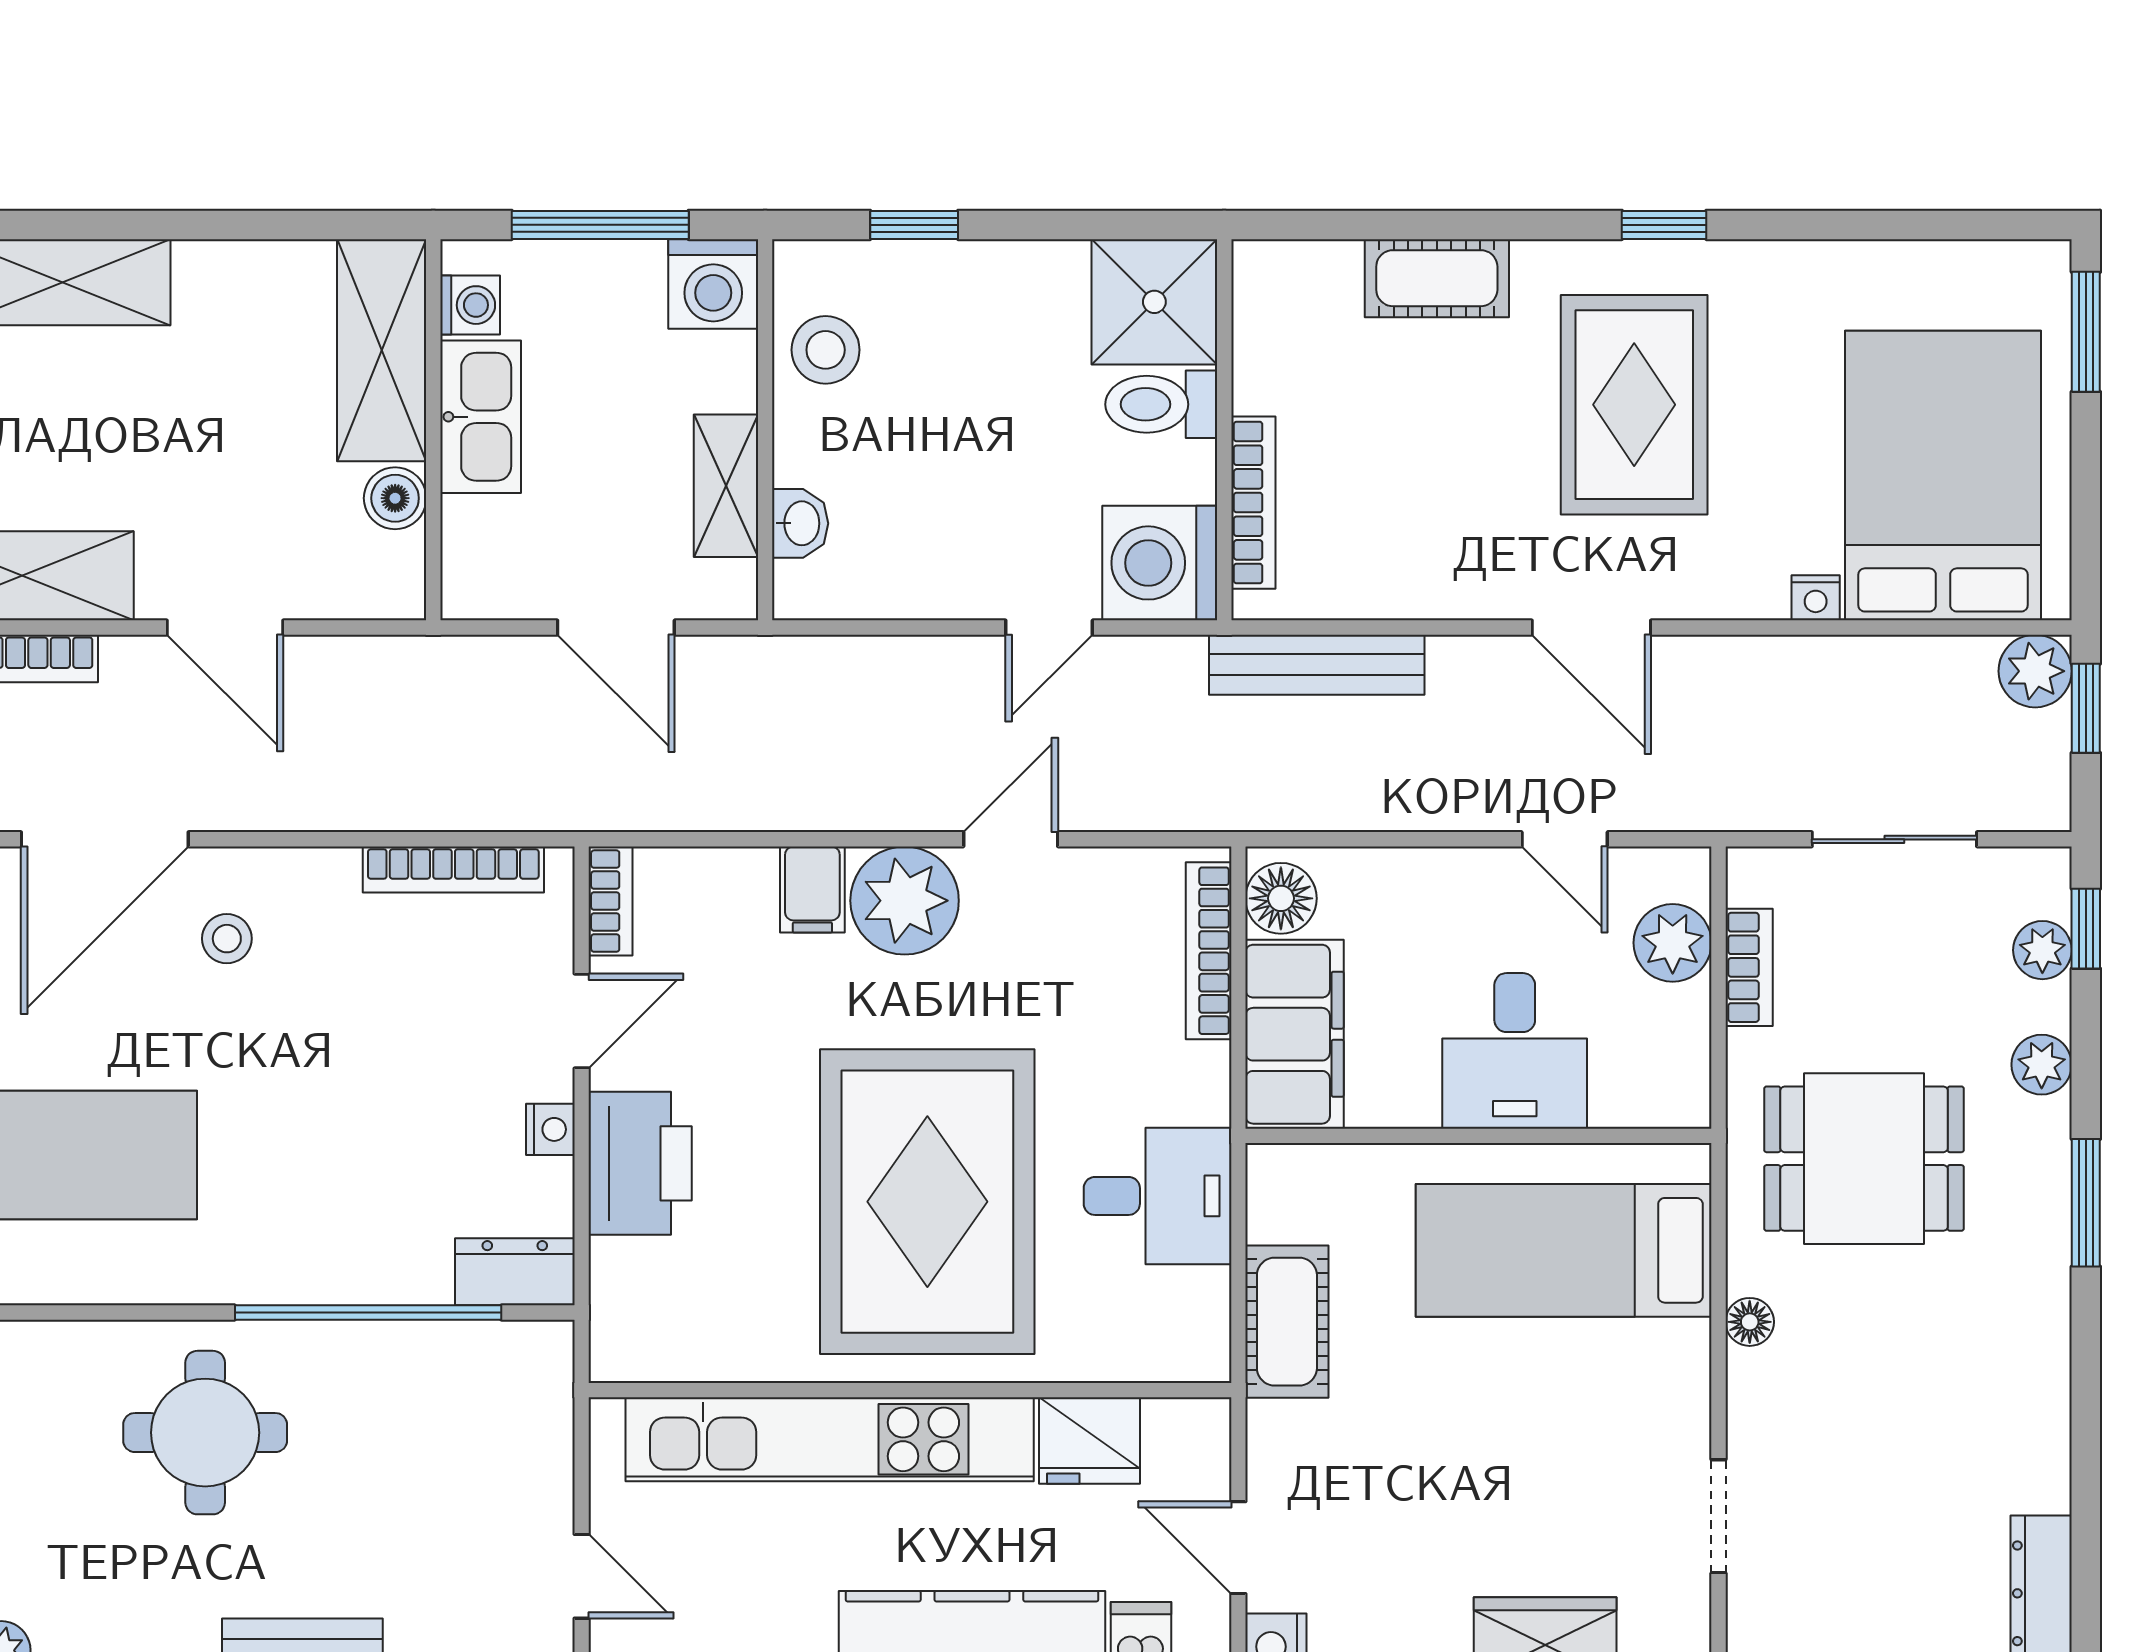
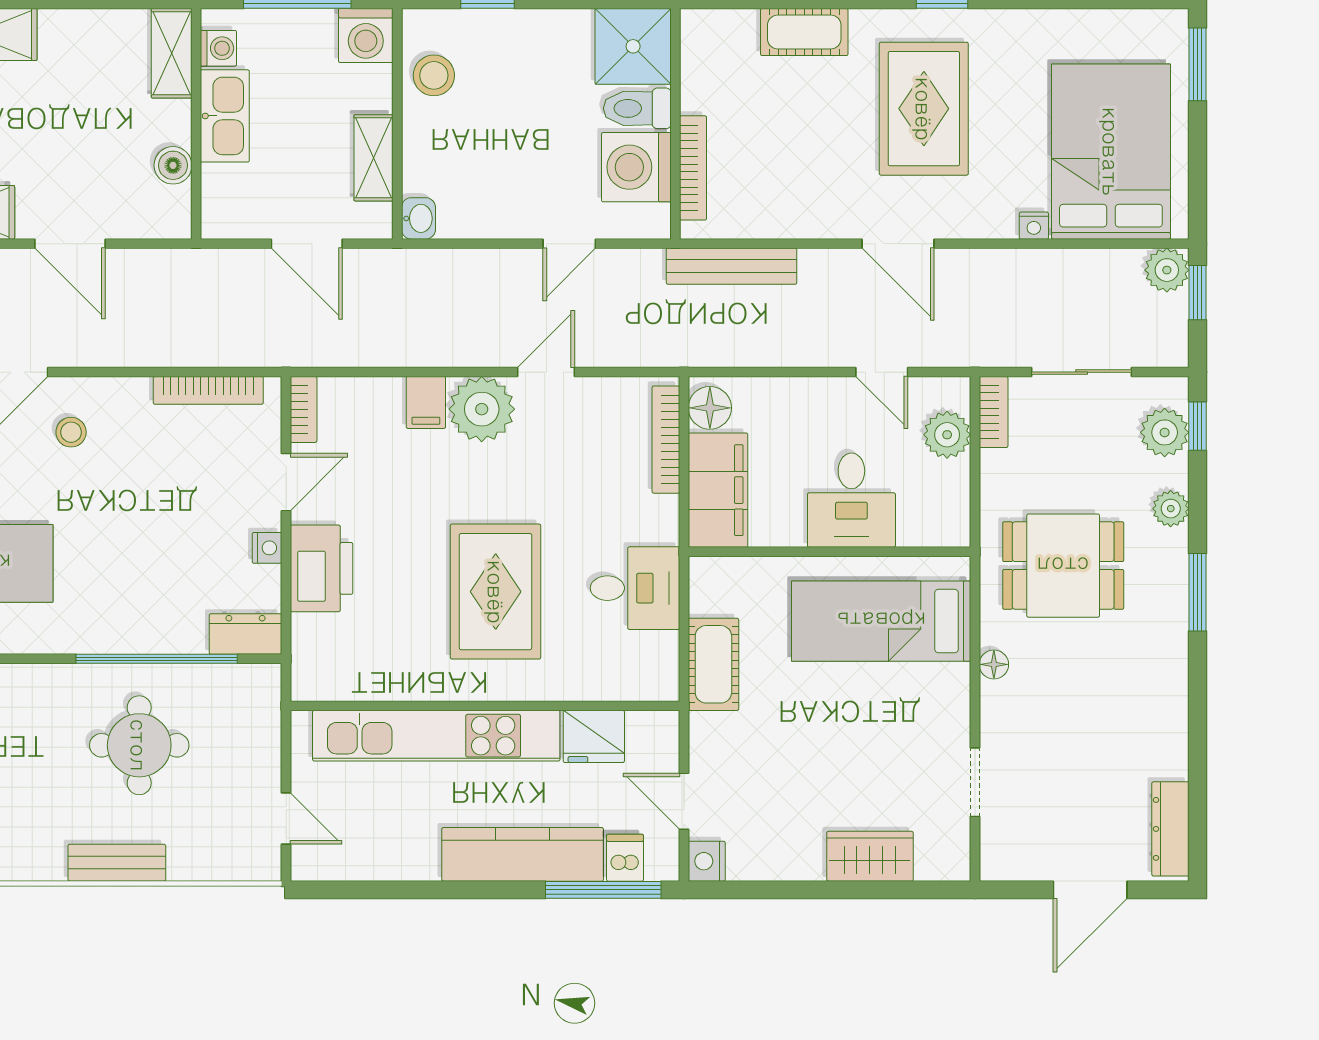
shelving: (382, 350) -> (172, 53), width x0.67, depth x0.75
washbasin: (800, 523) -> (418, 218), moved
washing machine: (1160, 563) -> (636, 167), moved
plant: (2042, 950) -> (1165, 432), width x1.38, depth x1.38
bookcase: (1749, 967) -> (994, 412), moved
rug: (927, 1202) -> (496, 592), width x0.73, depth x0.69
round table: (205, 1433) -> (139, 745), moved

